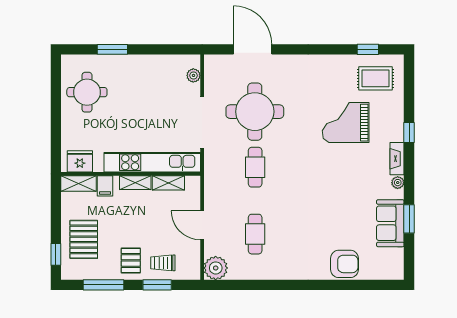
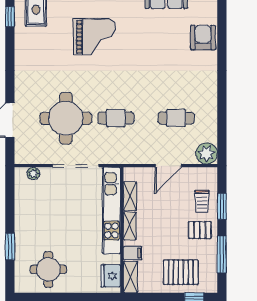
grand piano: (346, 123) -> (94, 37), moved, turned -90

